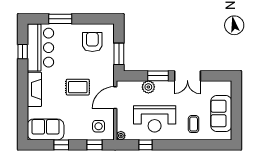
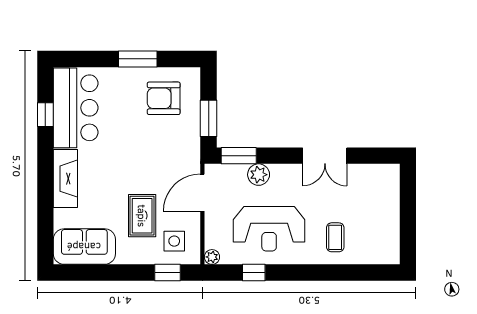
window: (60, 19) -> (138, 59), moved
armchair: (92, 42) -> (164, 98), turned -90
window: (158, 76) -> (239, 156), moved
rug: (78, 87) -> (142, 216), moved, turned 90
sofa: (221, 113) -> (382, 219), removed
window: (61, 145) -> (111, 273), removed

